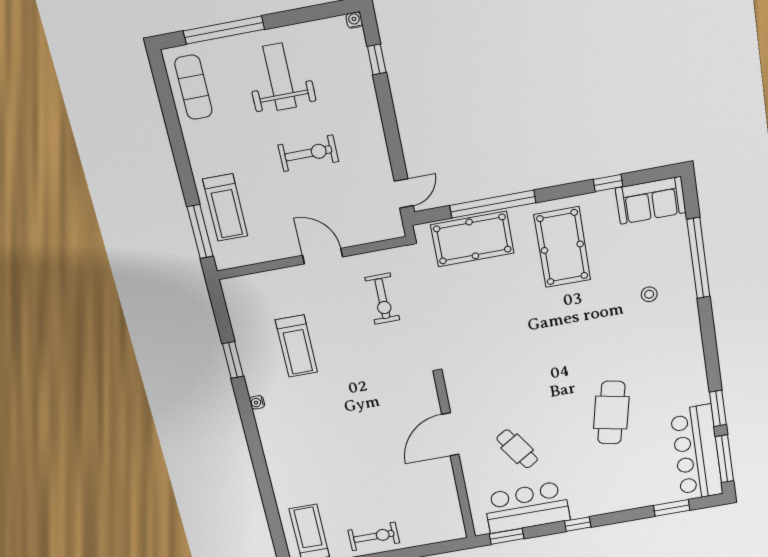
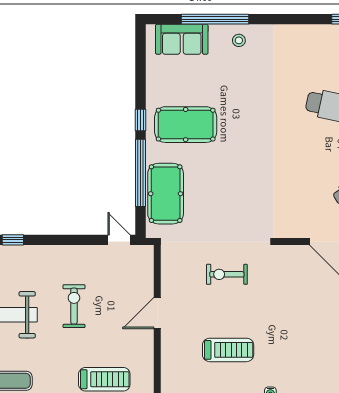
window: (608, 183) -> (141, 120), moved
sofa: (651, 200) -> (182, 39), moved, turned 90
stool: (649, 294) -> (239, 40), moved
exercise bike: (382, 299) -> (227, 274), moved, turned 180

